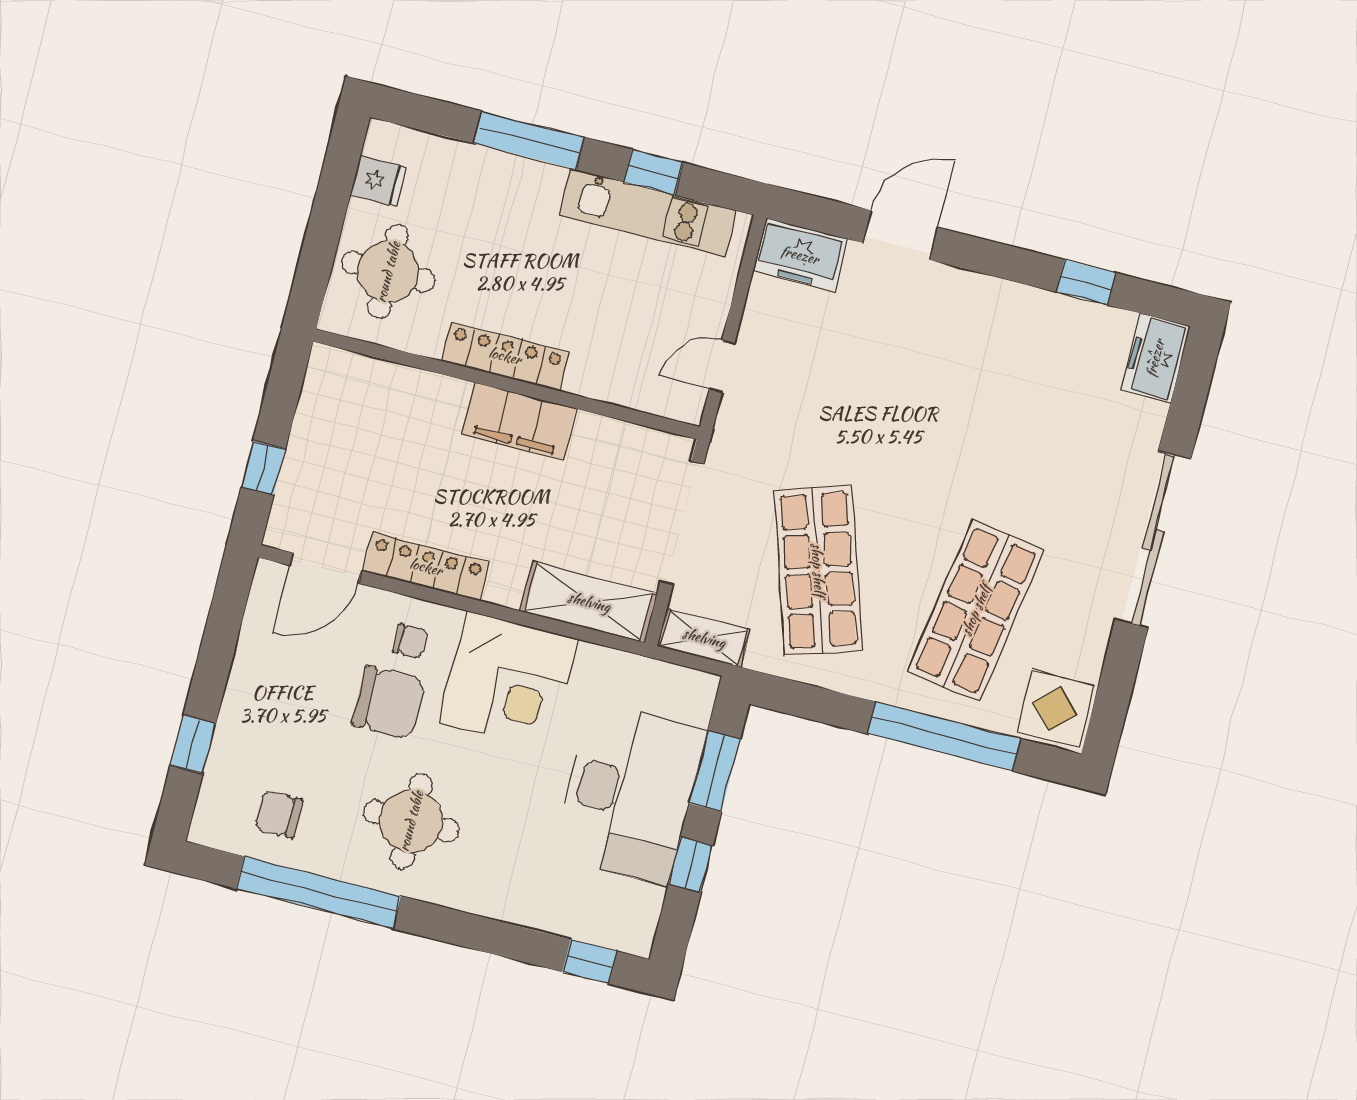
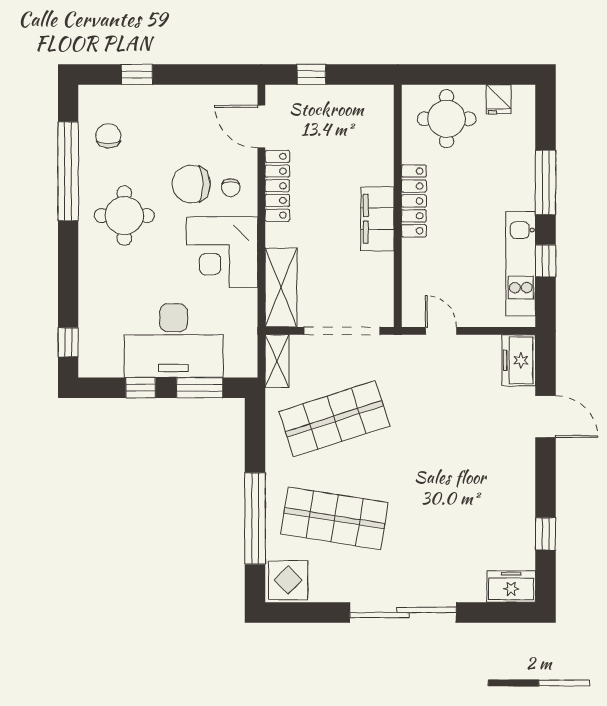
chair: (389, 702) -> (191, 184), turned 90

